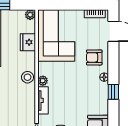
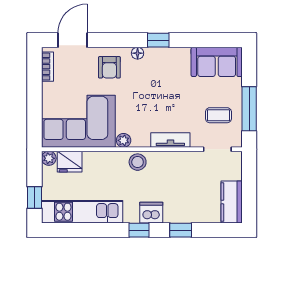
fridge: (28, 42) -> (70, 162), moved
plant: (43, 81) -> (124, 140), moved

